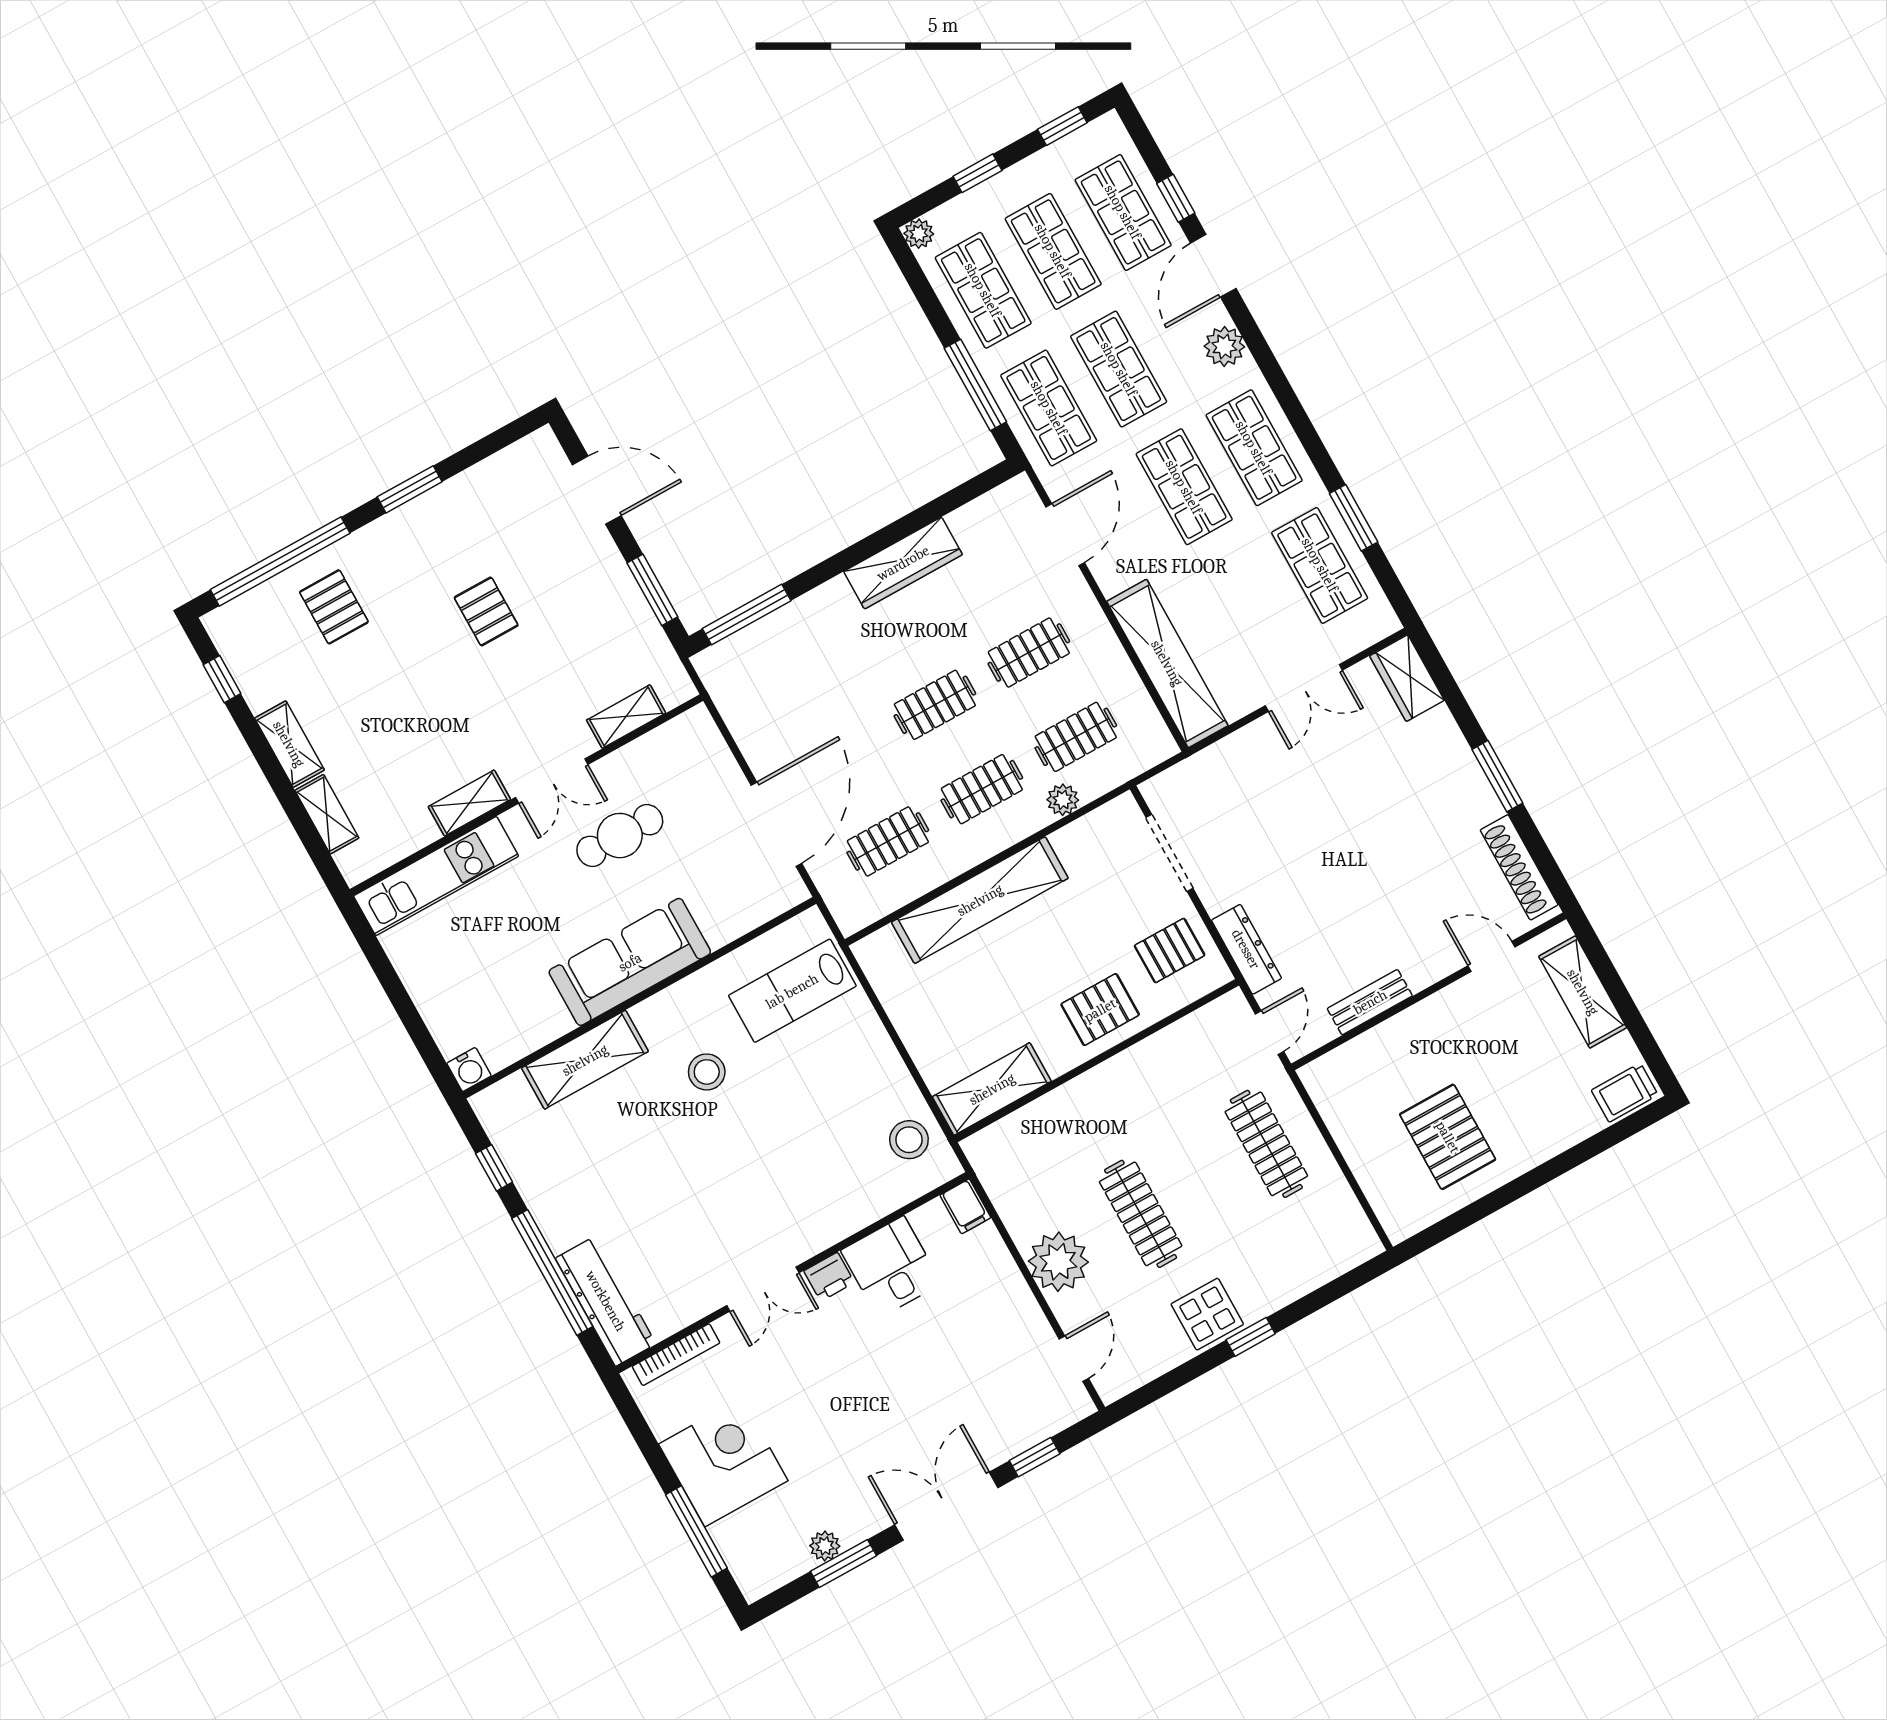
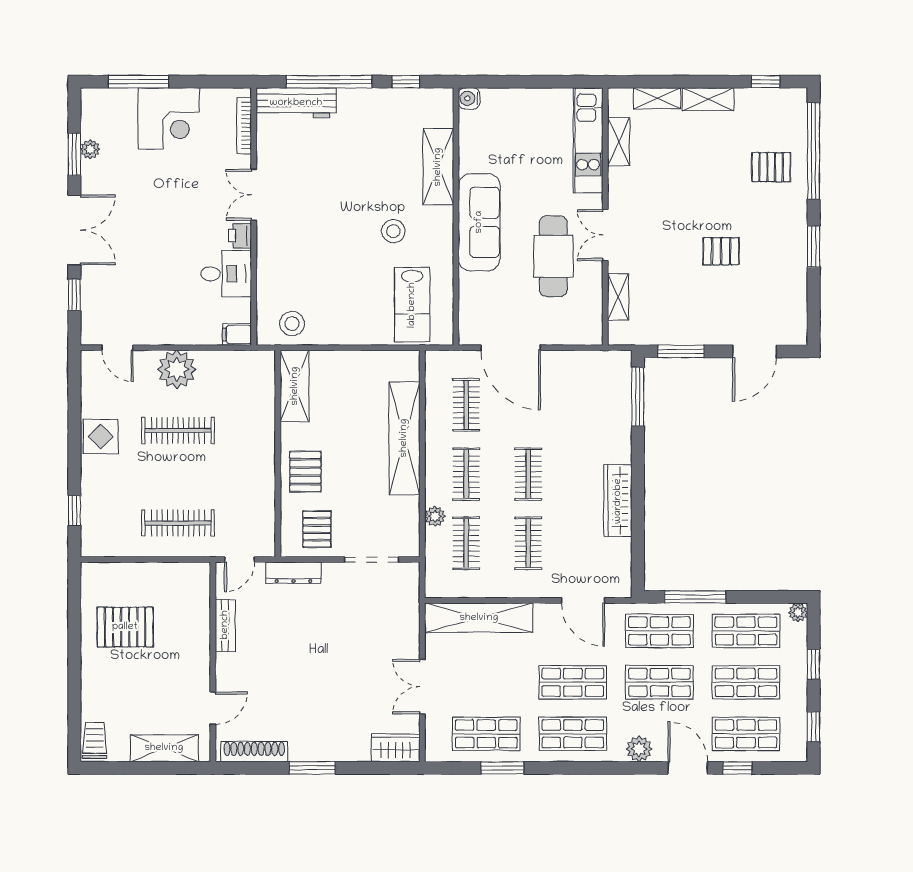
shelving: (469, 803) -> (619, 142), moved
cafe table: (620, 836) -> (553, 256), width x1.37, depth x1.35
lab bench: (792, 991) -> (412, 305), turned 180
door: (1269, 1033) -> (239, 560), hinge flipped
window: (1251, 1337) -> (74, 511), moved

